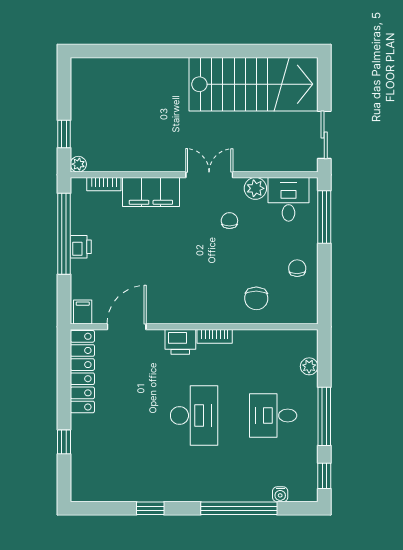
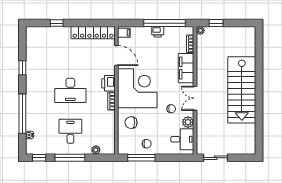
stairs: (253, 84) -> (242, 90), moved
double door: (209, 175) -> (195, 98), swing flipped
window: (324, 217) -> (141, 158), moved
corner desk: (190, 286) -> (137, 88), added

